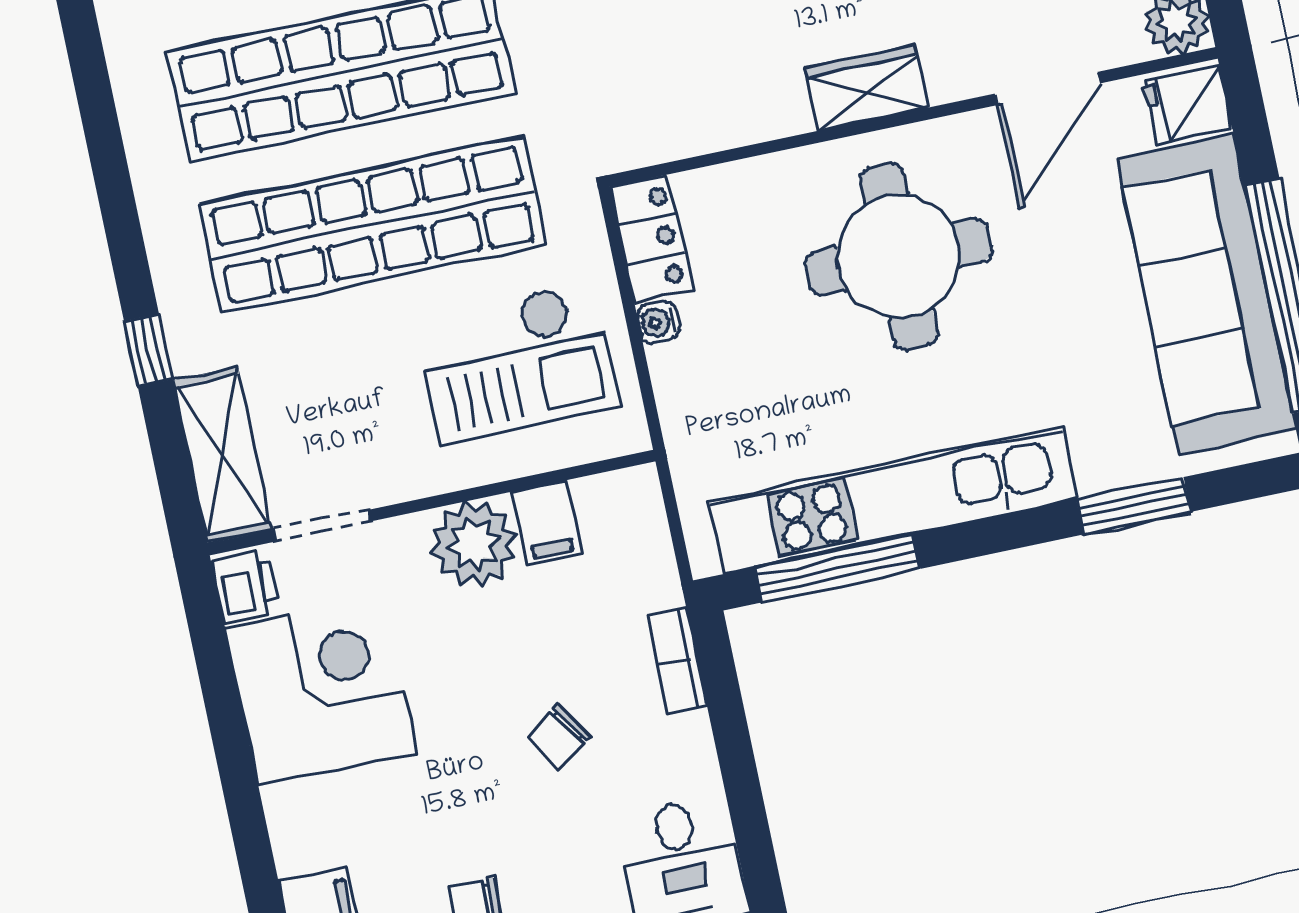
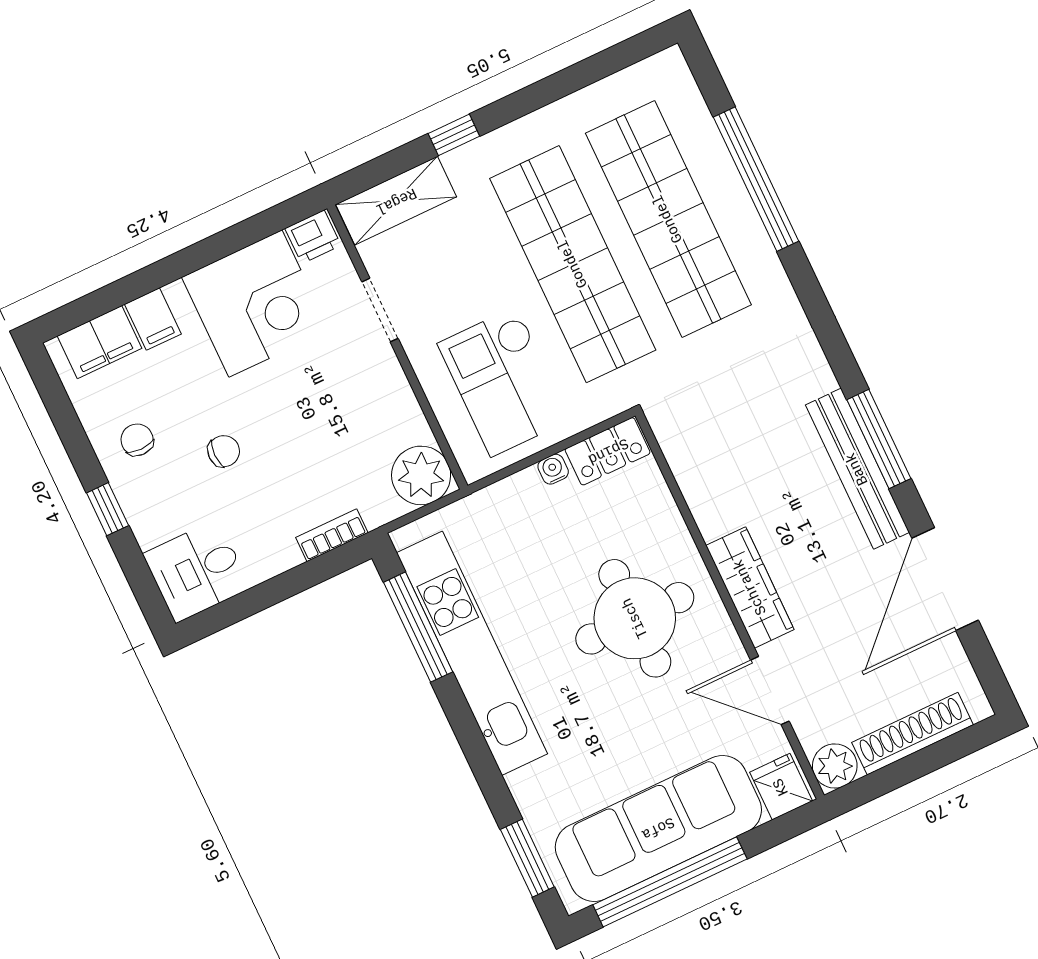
wardrobe: (867, 88) -> (750, 587), width x1.50
window: (1133, 506) -> (527, 858), moved
filing cabinet: (547, 523) -> (153, 319), moved, turned -90
doorway: (322, 526) -> (380, 310), moved
plant: (474, 544) -> (421, 475), moved
chair: (558, 736) -> (224, 451), moved, turned 125

